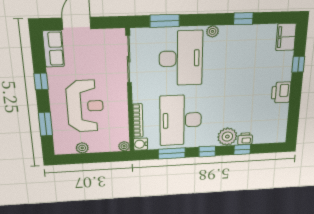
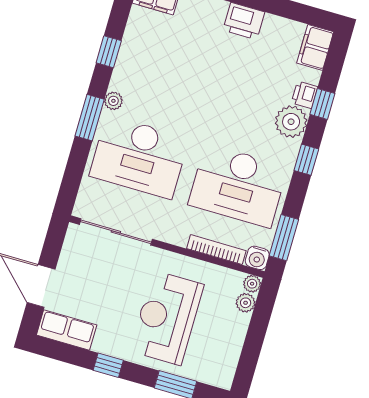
window: (165, 21) -> (90, 118), moved
desk: (181, 58) -> (139, 157), turned 180
reception desk: (85, 106) -> (167, 318), turned -90
filing cabinet: (274, 136) -> (315, 47), added
plant: (82, 148) -> (246, 303), moved
window: (172, 153) -> (284, 238), moved

